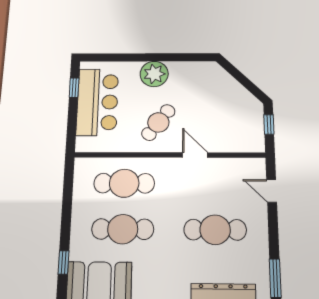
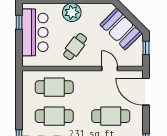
booth: (229, 97) -> (121, 29), added
door: (195, 155) -> (110, 69), moved
door: (272, 191) -> (146, 92), width x1.88

